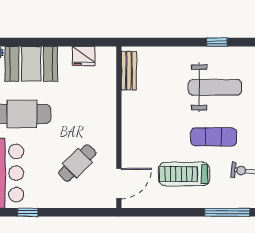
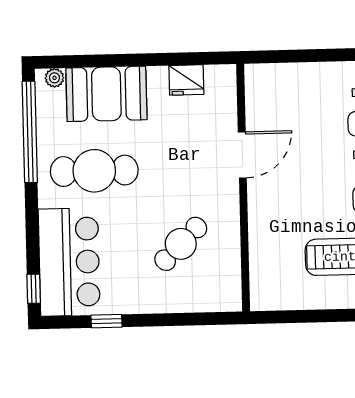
bench: (129, 71) -> (256, 101), removed
door: (119, 183) -> (242, 155), moved

